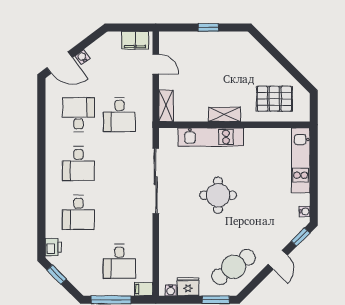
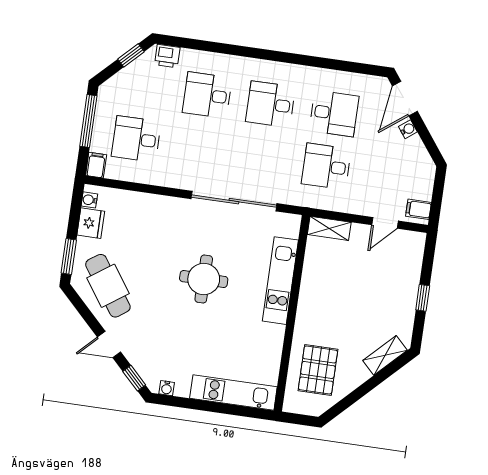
filing cabinet: (135, 40) -> (418, 209), width x0.50
shelving: (224, 114) -> (385, 355), moved, turned 45

